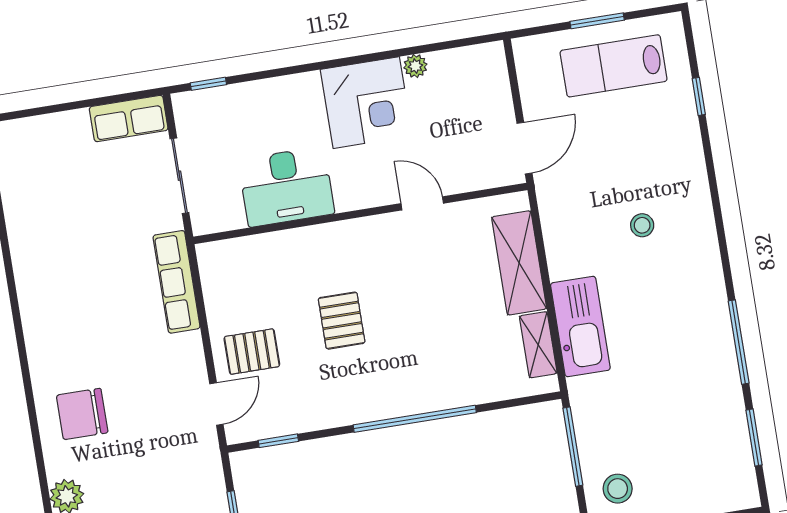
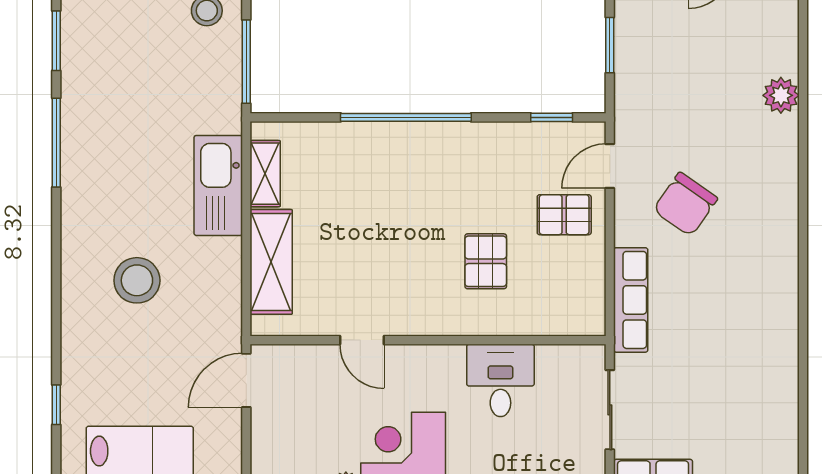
desk: (286, 187) -> (500, 380), width x0.73
stool: (642, 225) -> (137, 280), width x1.89, depth x1.89
pallet: (342, 321) -> (486, 261), moved
chair: (82, 414) -> (685, 204), moved, turned 125

